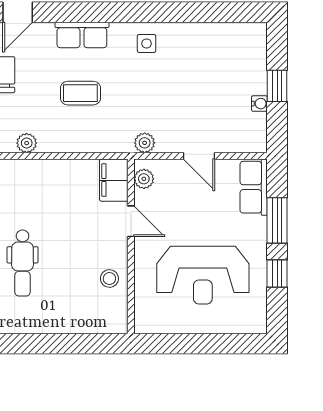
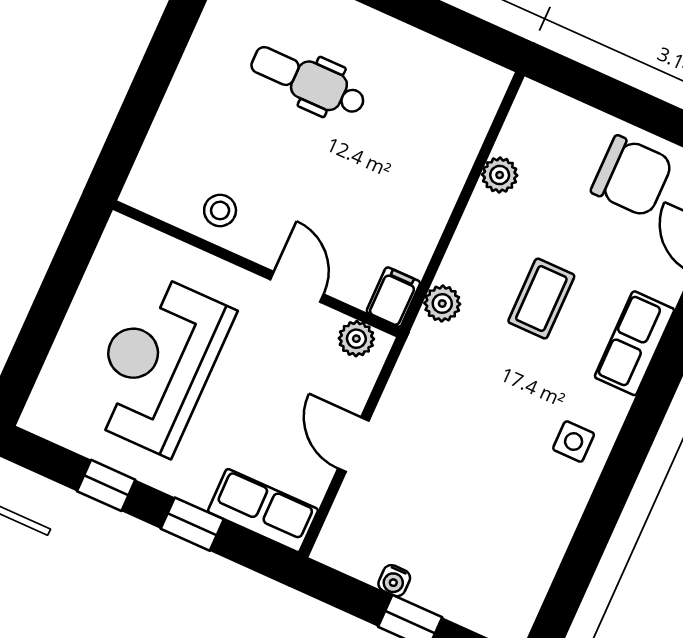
plant: (145, 143) -> (442, 304), moved
door: (199, 156) -> (353, 445), hinge flipped
filing cabinet: (114, 180) -> (393, 297), width x0.50
window: (277, 220) -> (192, 524), width x0.67
door: (131, 221) -> (297, 287), swing flipped

